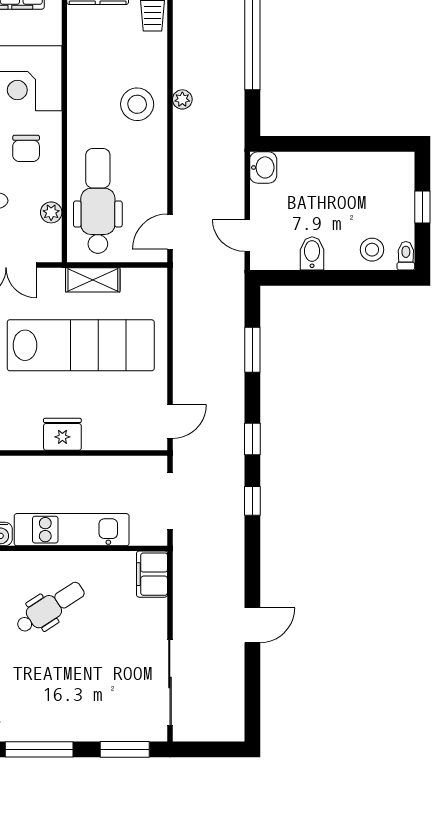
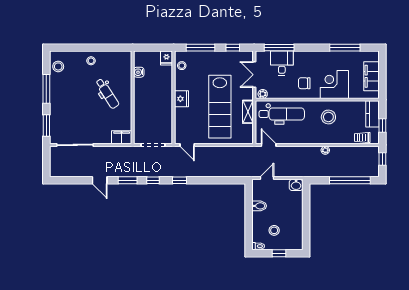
stool: (137, 104) -> (328, 117), moved
plant: (51, 212) -> (263, 94), moved
stool: (372, 250) -> (274, 230), moved
window: (252, 350) -> (128, 180), moved
kitchen unit: (72, 530) -> (141, 103), removed

